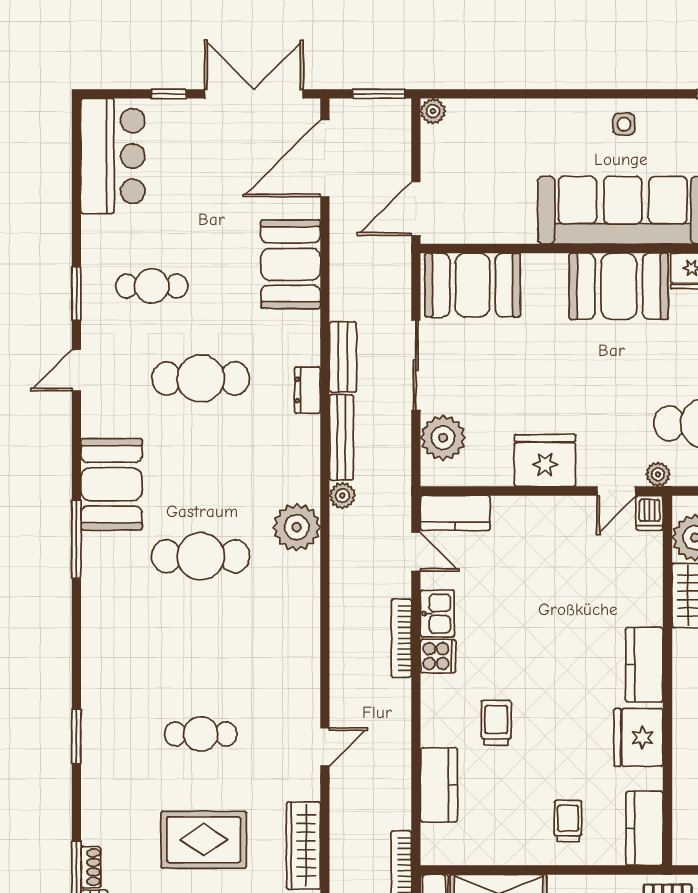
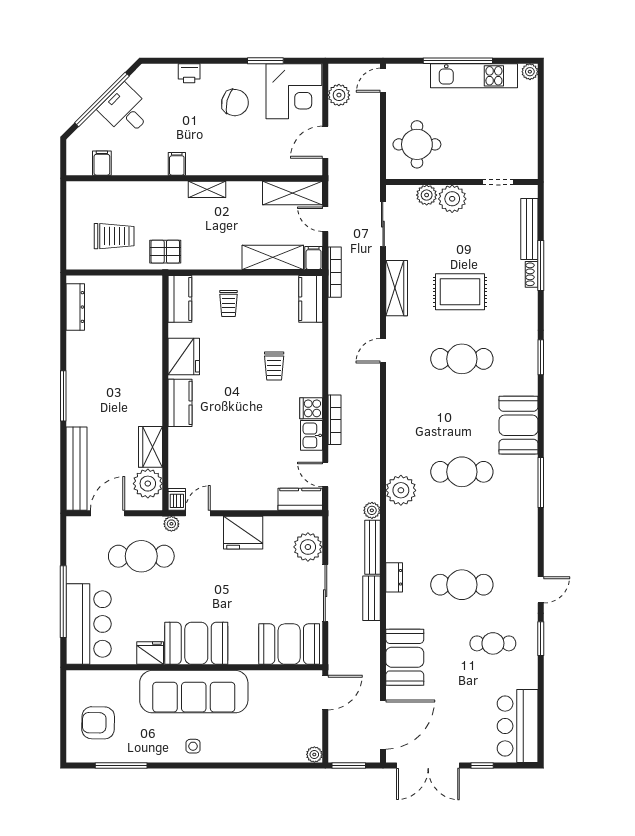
booth: (112, 484) -> (518, 425), moved
cafe table: (201, 734) -> (462, 359), width x1.37, depth x1.35
kitchen counter: (439, 785) -> (311, 299), moved

